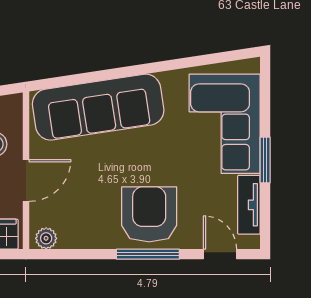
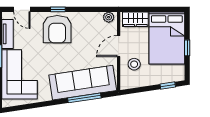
window: (95, 76) -> (84, 98), added
window: (148, 254) -> (58, 9), width x0.46

